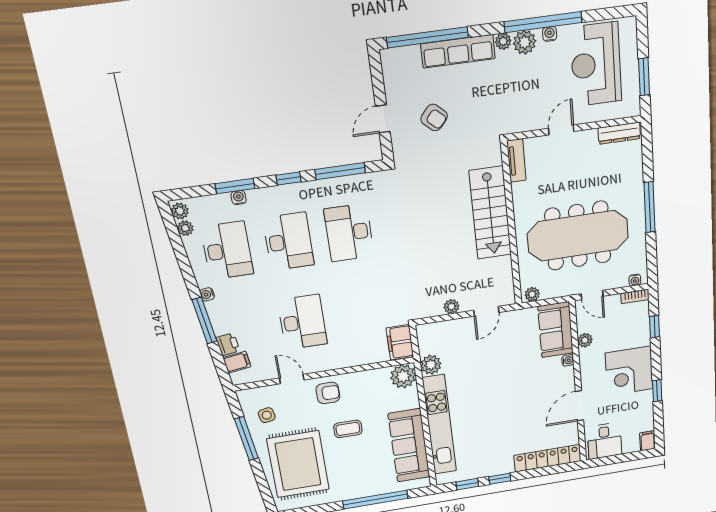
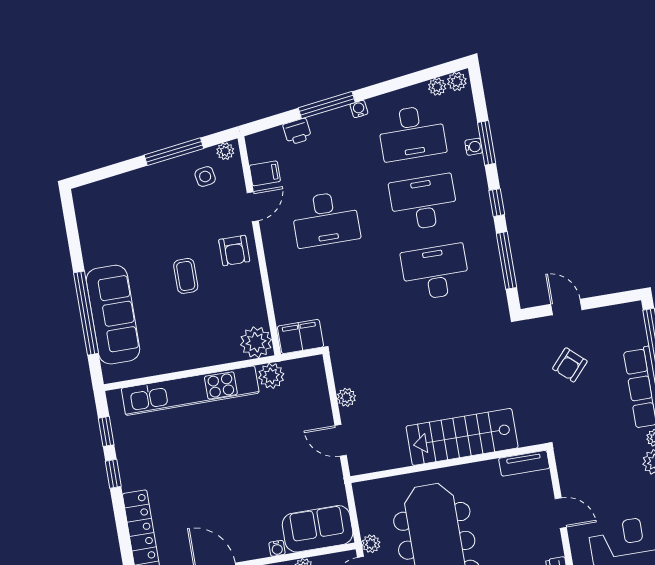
desk: (288, 242) -> (424, 203), turned 180
plant: (532, 294) -> (371, 544), moved
filing cabinet: (237, 362) -> (265, 173), moved, turned -83
plant: (245, 400) -> (225, 151), added
sofa: (409, 446) -> (113, 315), moved, turned 90
rug: (298, 464) -> (138, 215), removed

